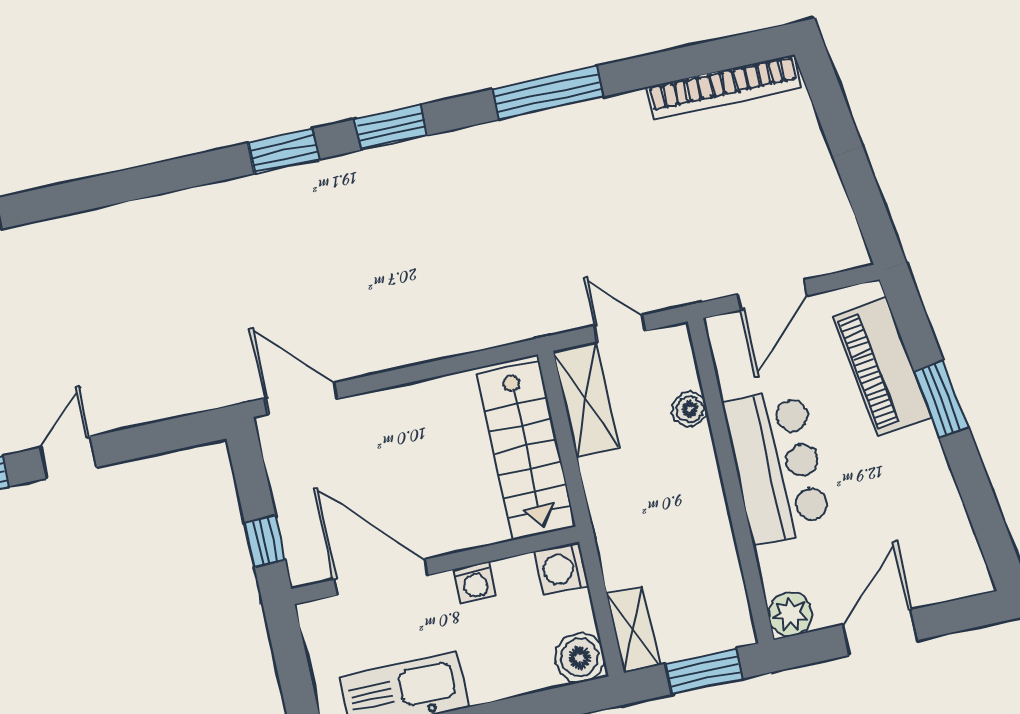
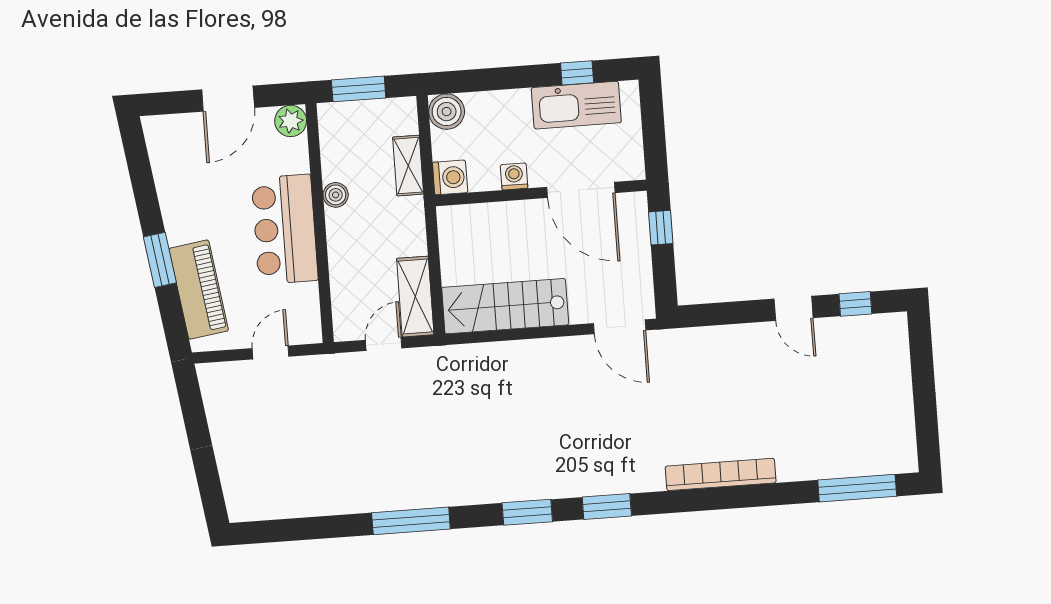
bookcase: (724, 87) -> (721, 474), moved
door: (772, 295) -> (271, 352), width x0.73
door: (620, 328) -> (384, 344), swing flipped
boiler: (690, 409) -> (336, 195), moved
stairs: (526, 450) -> (505, 306), moved, turned -90
door: (68, 458) -> (794, 308), hinge flipped
shelving: (633, 629) -> (408, 166), moved

